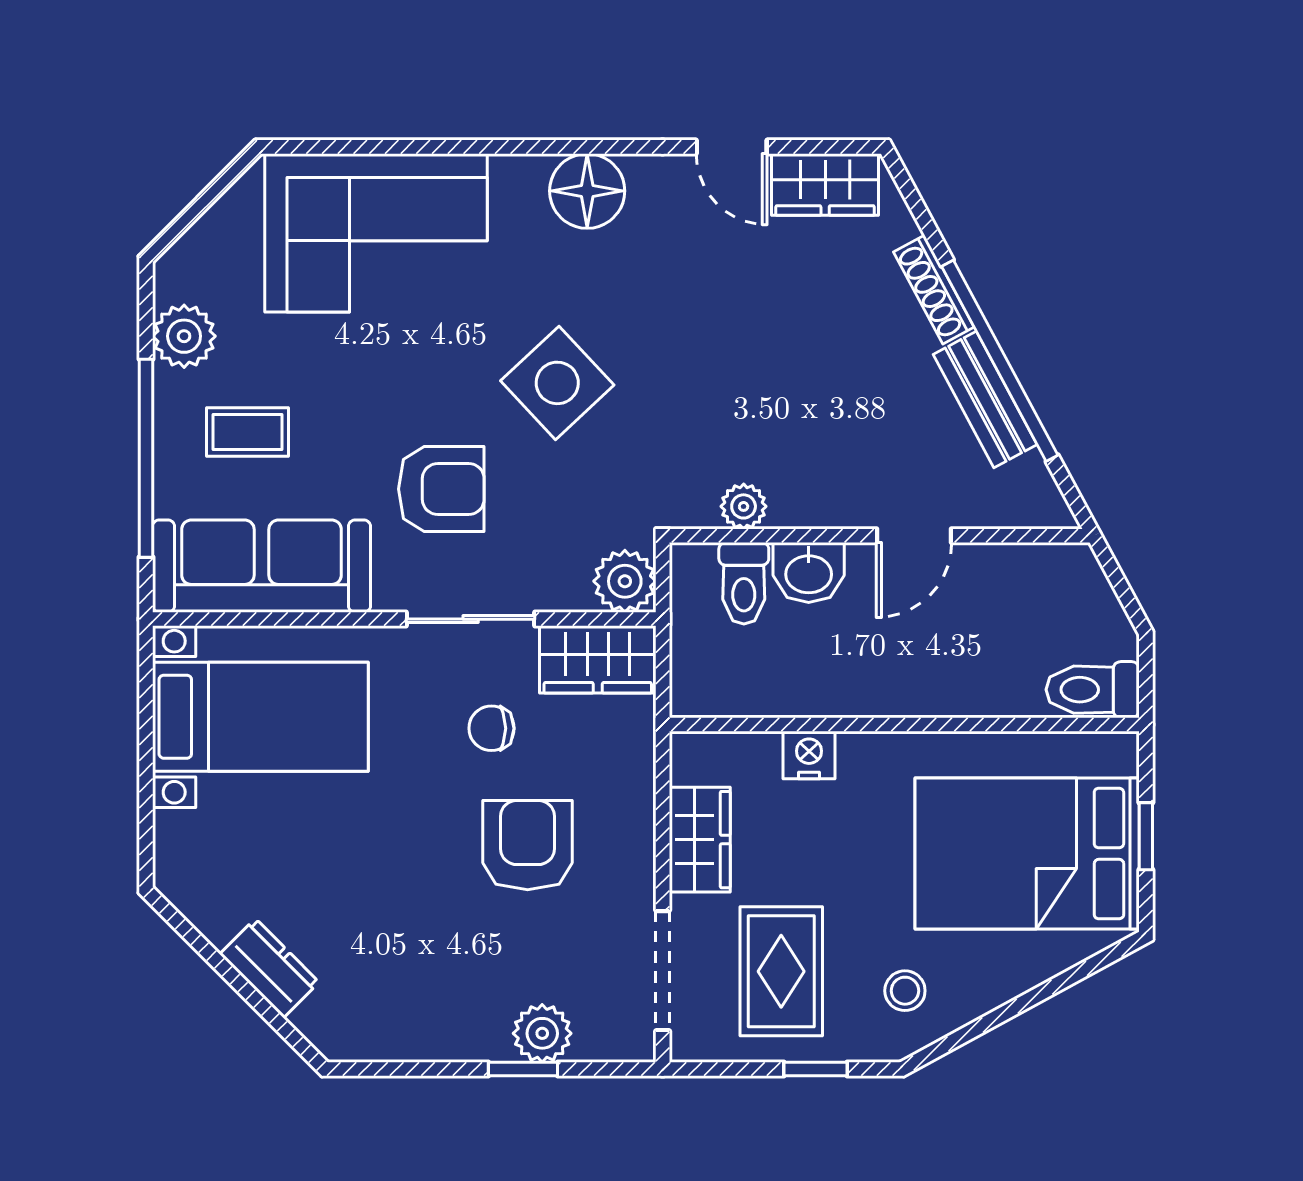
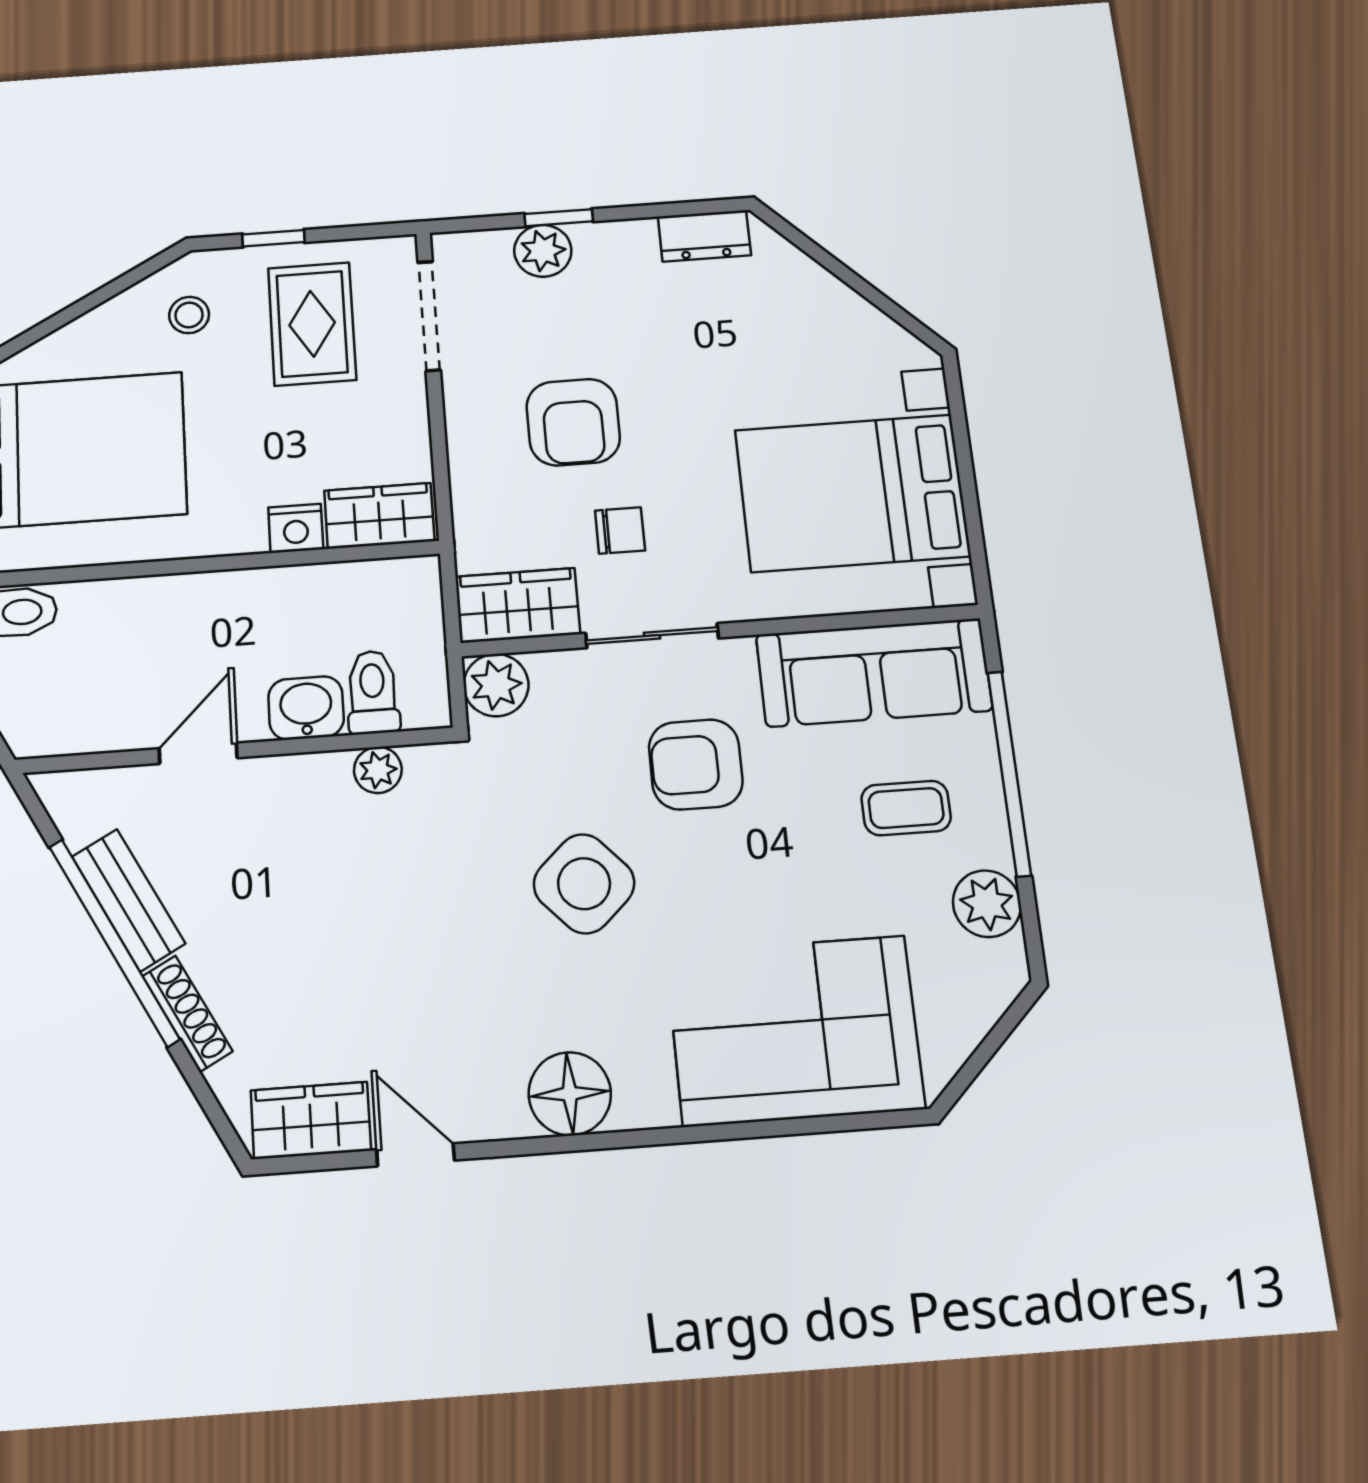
bed with nightstands: (260, 717) -> (852, 493), width x1.36
wardrobe: (700, 840) -> (379, 516), moved, turned 90
dresser: (269, 968) -> (704, 236), moved, turned -45

